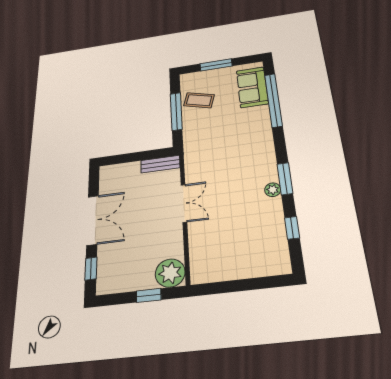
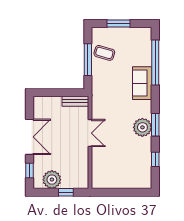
sofa: (252, 87) -> (142, 83), moved
plant: (273, 190) -> (142, 127), width x1.87, depth x1.87
plant: (170, 273) -> (52, 180), moved

